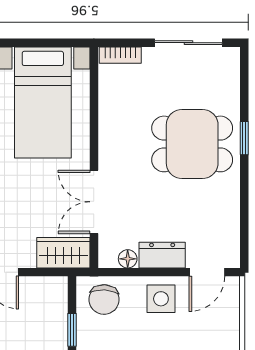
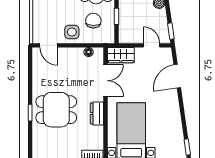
dresser: (162, 255) -> (97, 113), moved, turned 90
door: (207, 272) -> (49, 45), swing flipped
chair: (104, 299) -> (93, 21), moved

